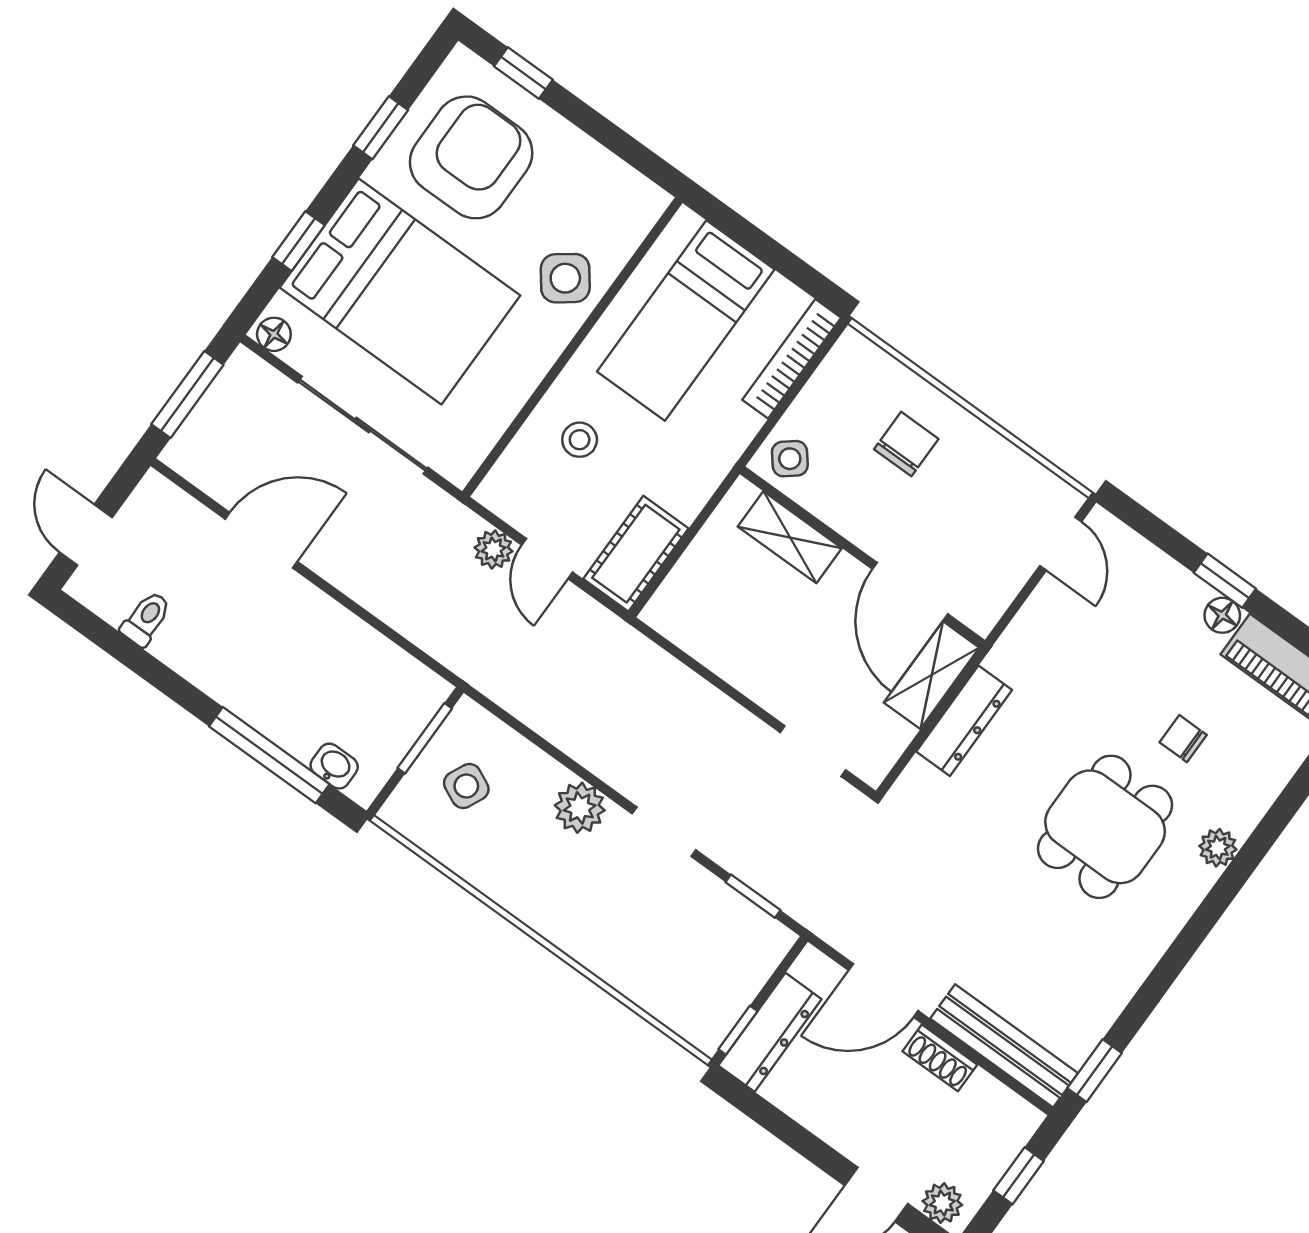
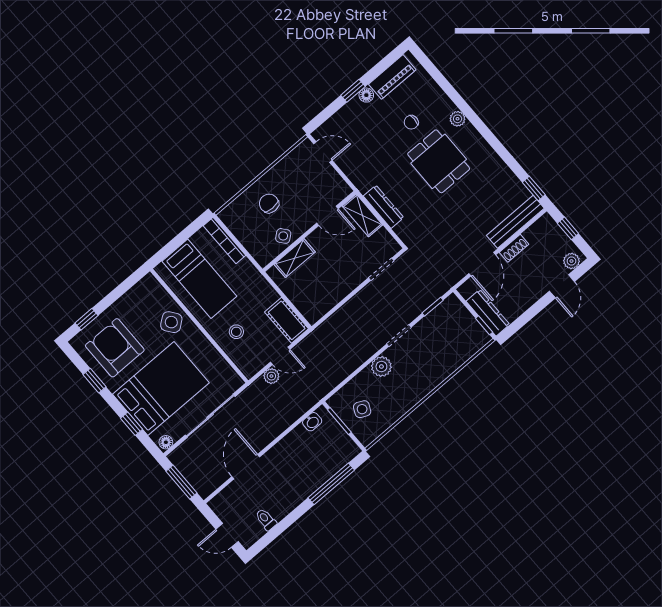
side table: (790, 459) -> (283, 236), moved
door: (910, 592) -> (327, 216), width x0.73
washbasin: (334, 766) -> (312, 422), moved, turned 180

